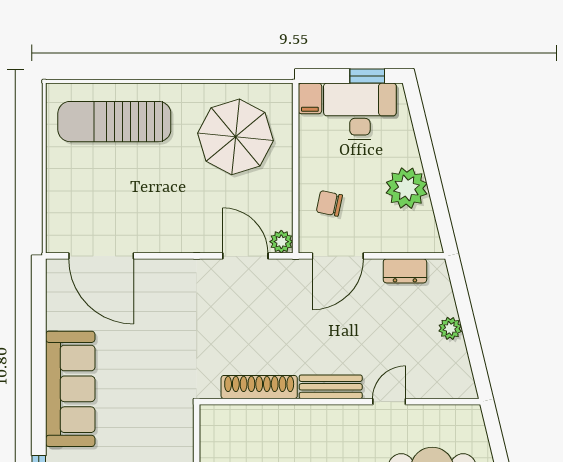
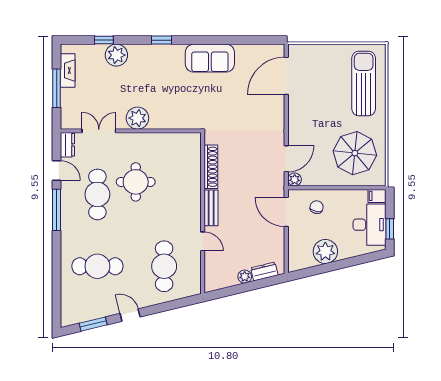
dresser: (405, 271) -> (264, 271), moved, turned 76
sofa: (70, 389) -> (210, 58), width x0.73

